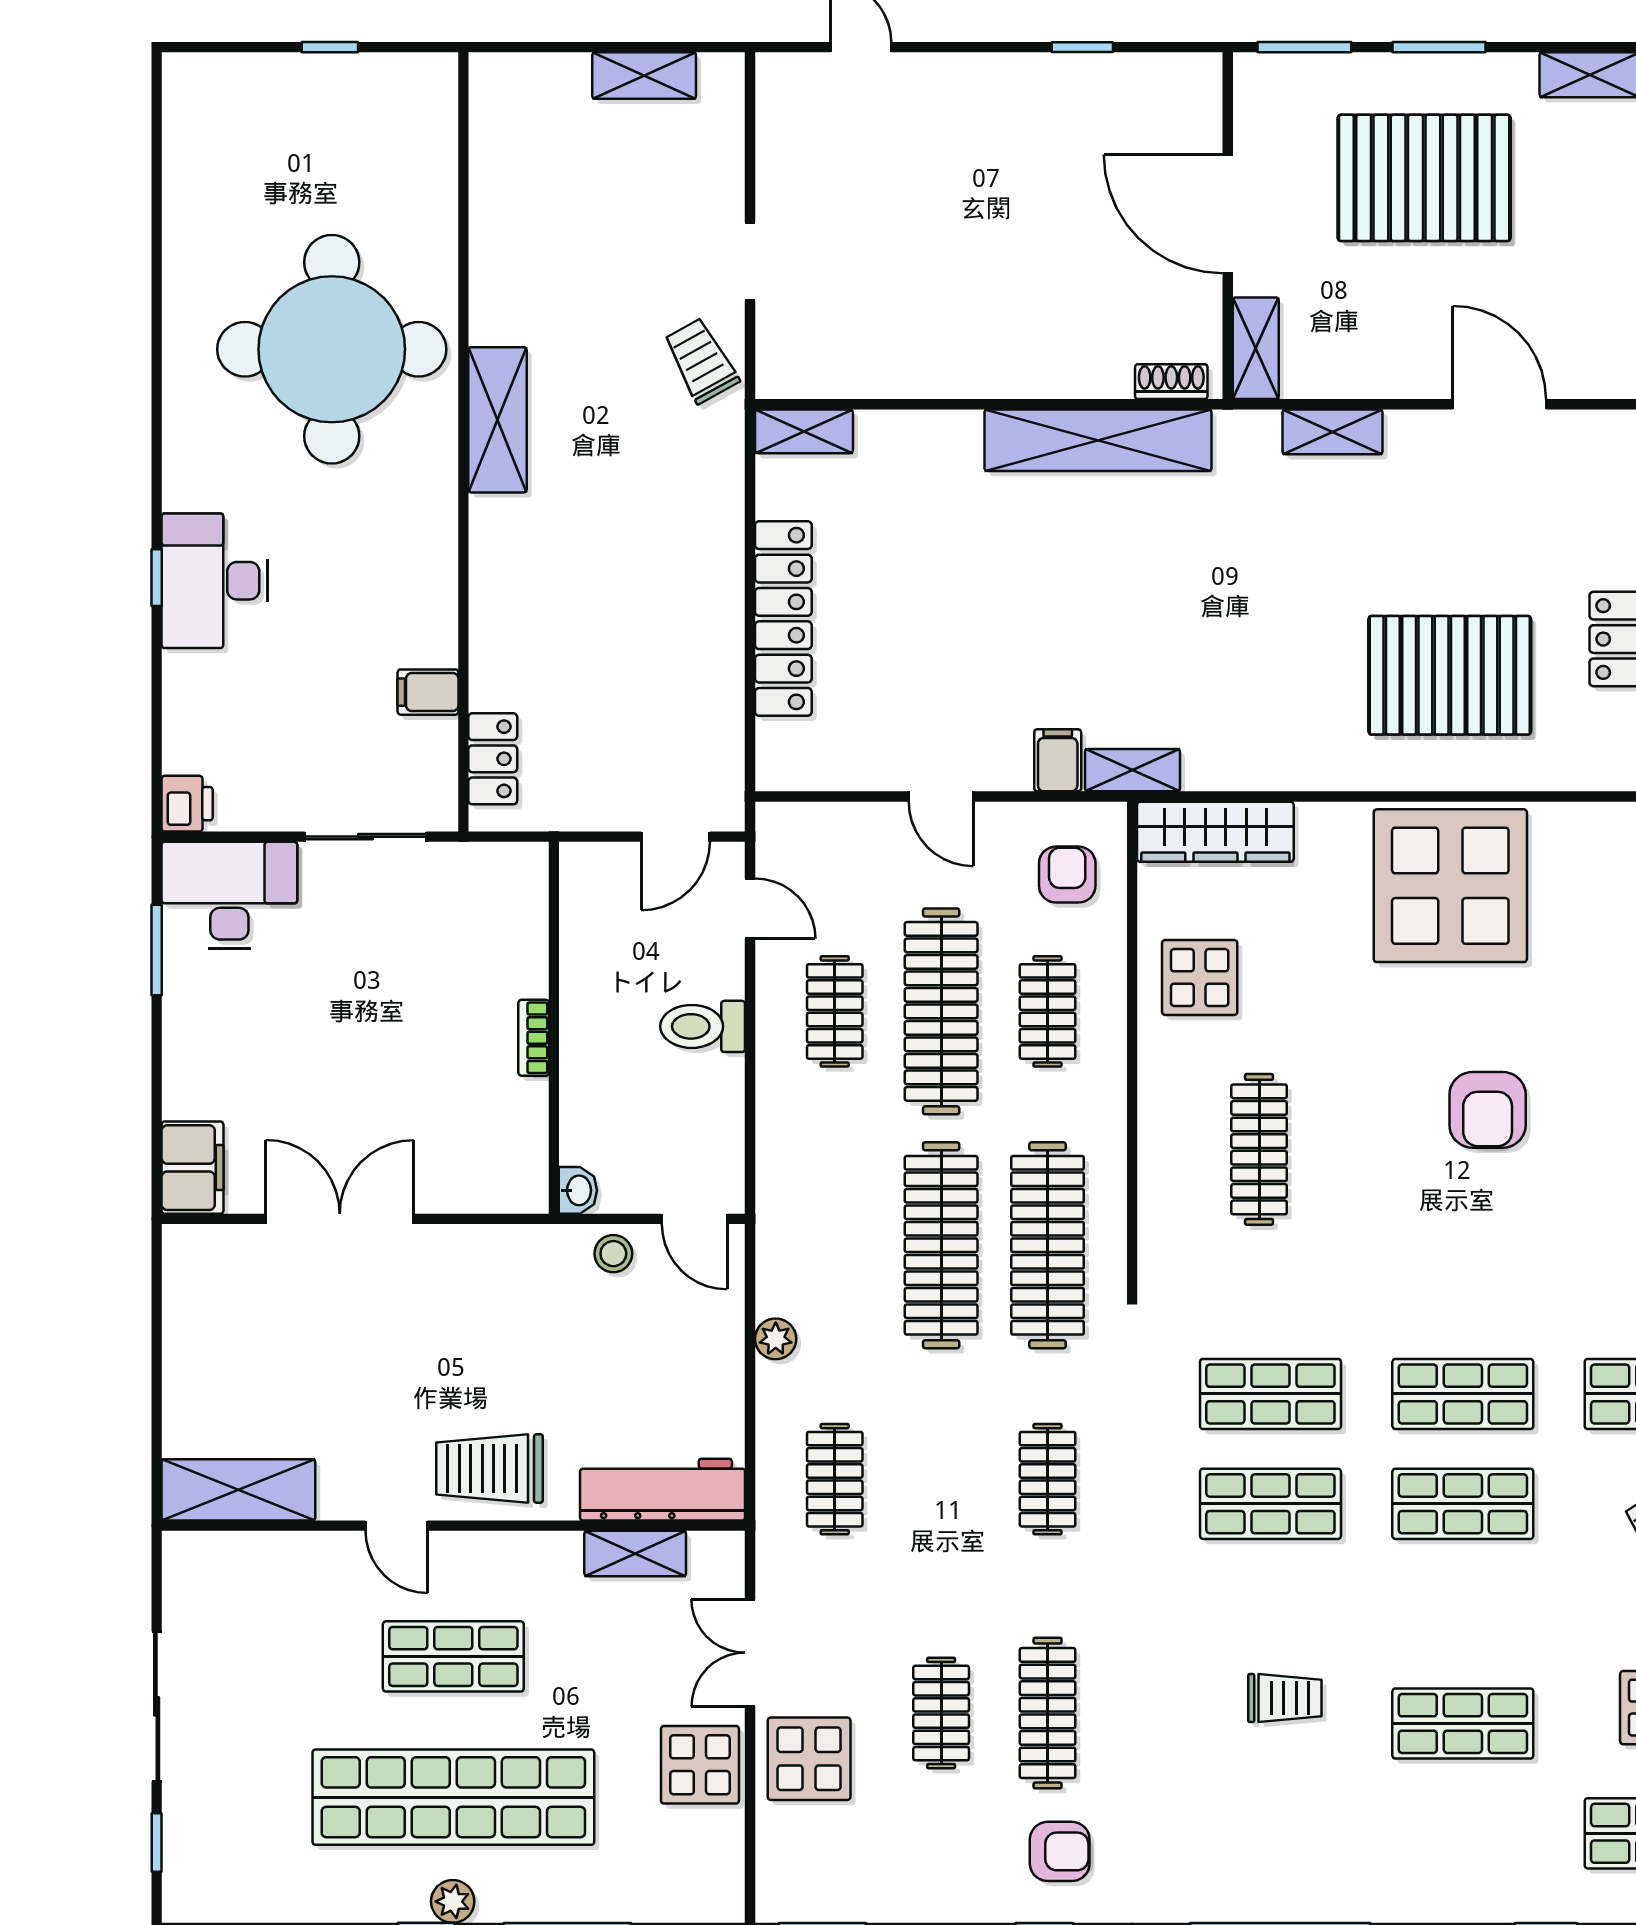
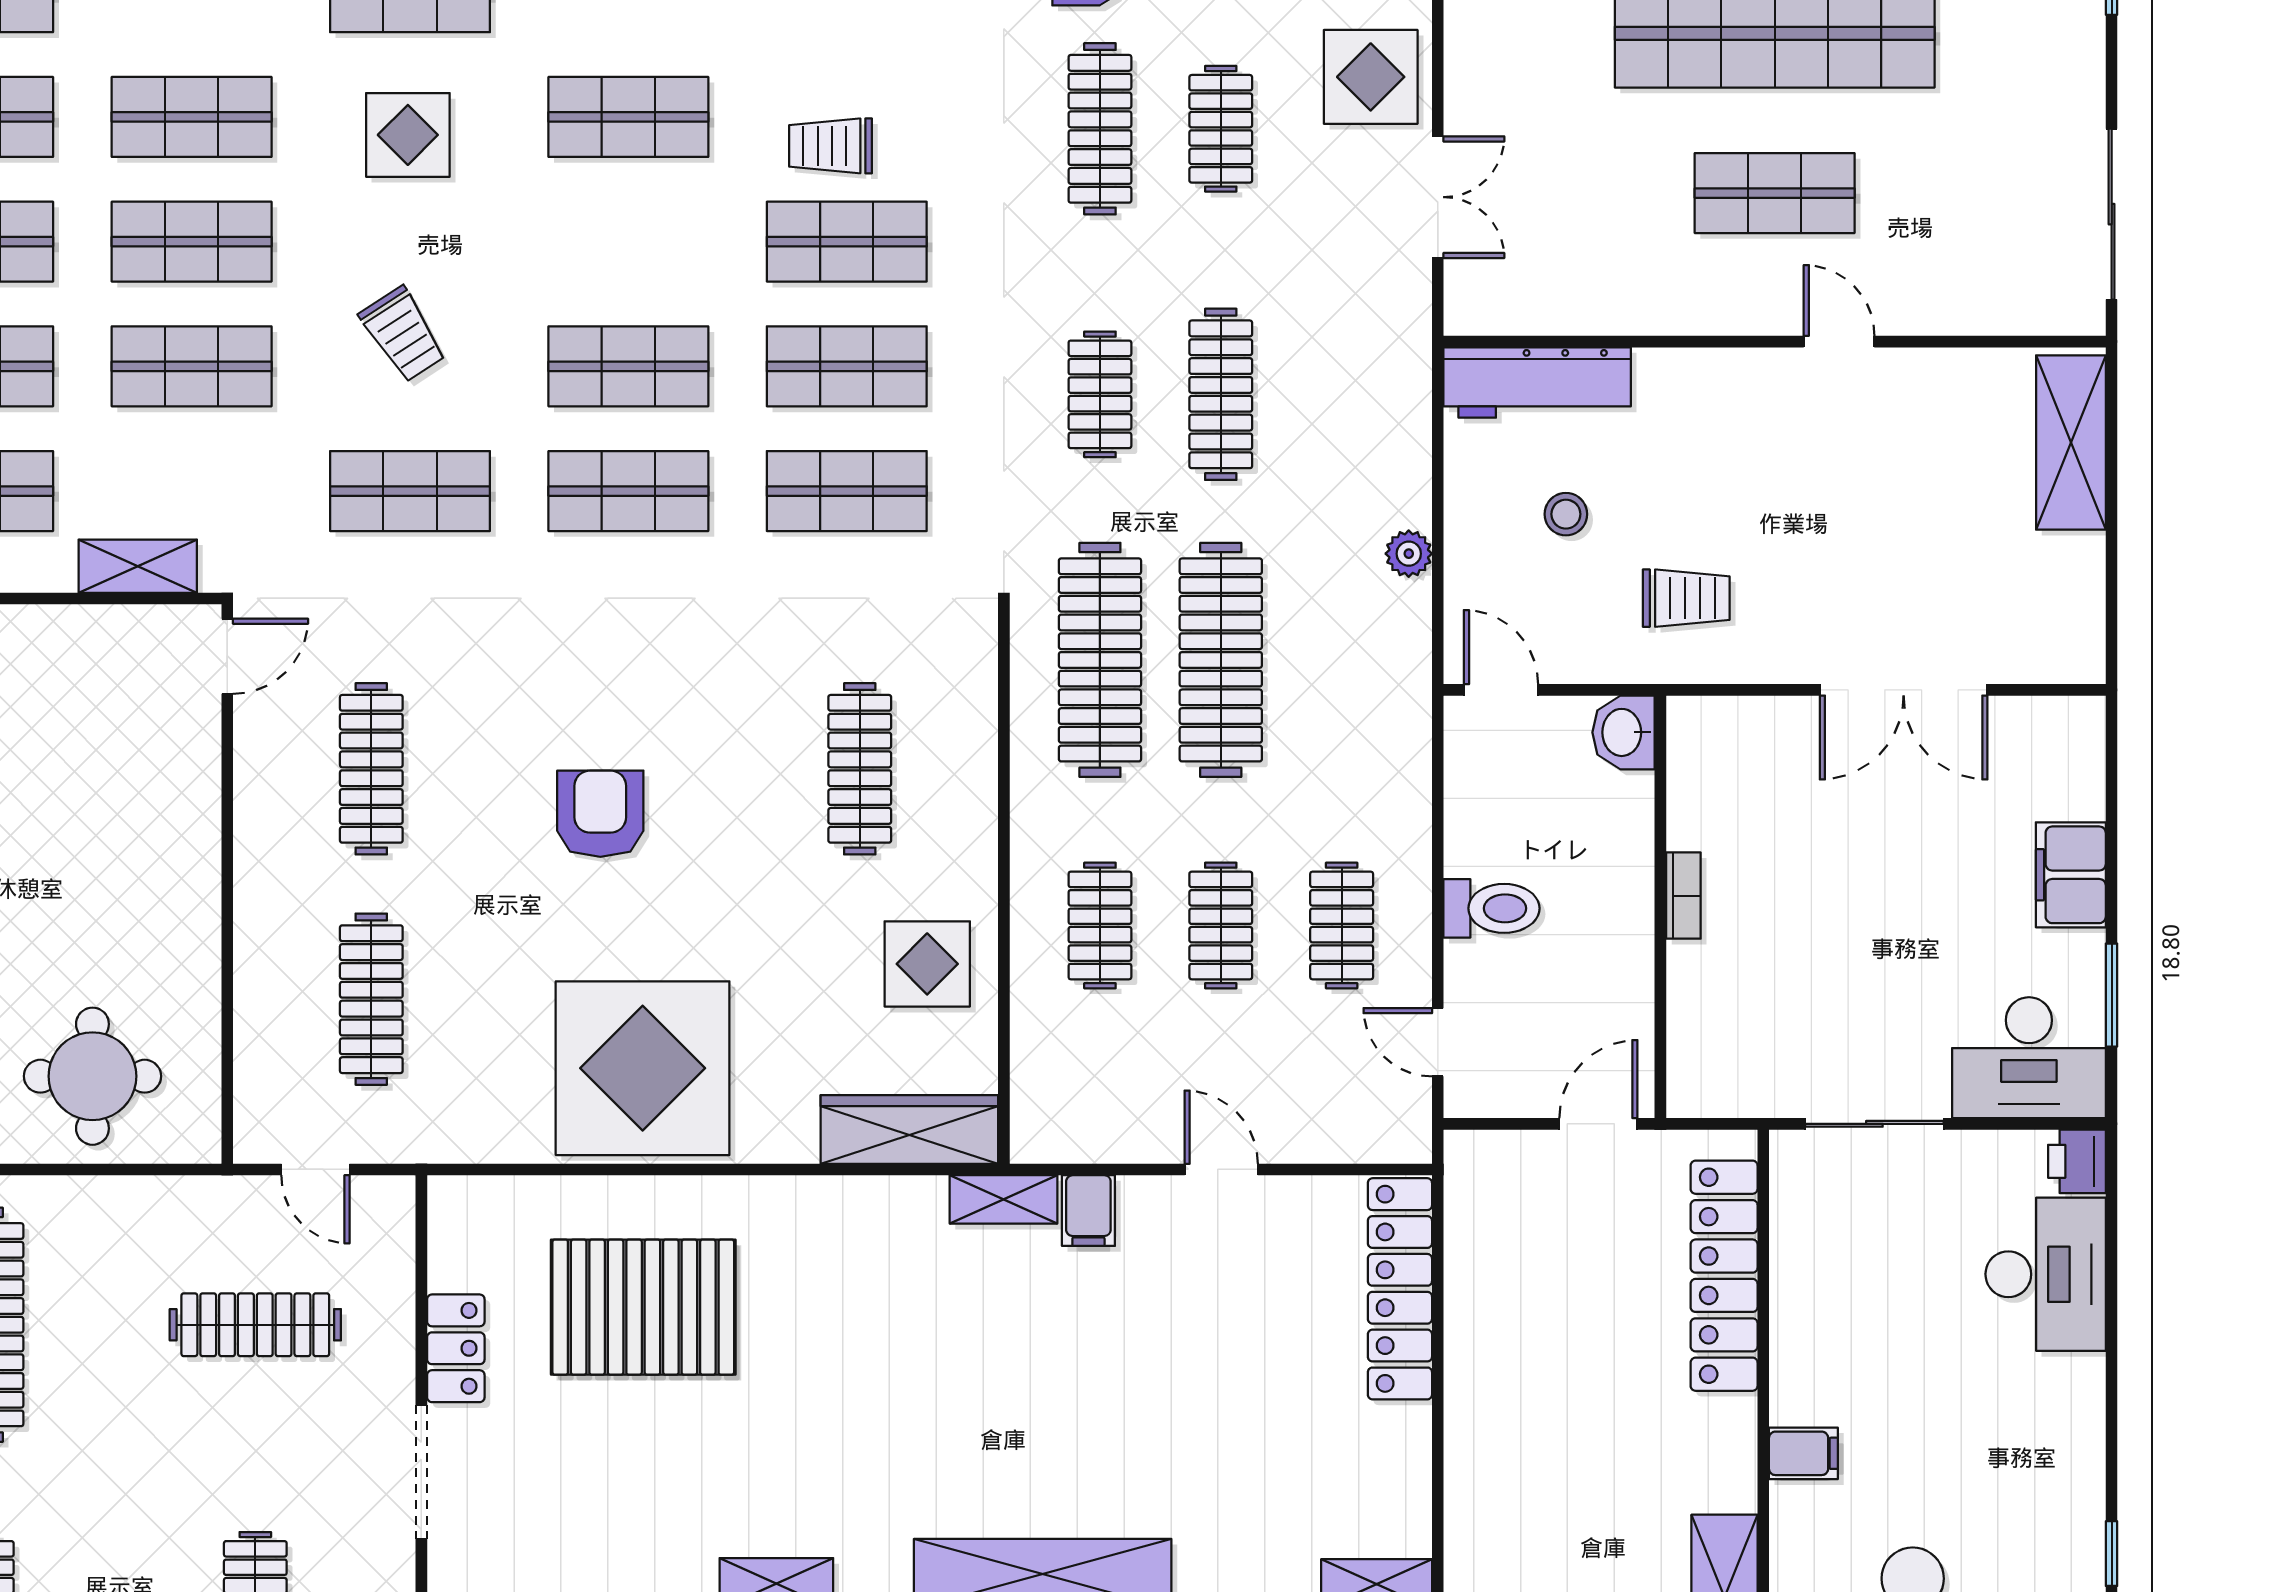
window: (157, 578) -> (2112, 1554), moved
desk: (215, 581) -> (2046, 1274), moved
locker: (783, 619) -> (1400, 1289), moved
filing cabinet: (428, 692) -> (1803, 1453), moved
locker: (493, 759) -> (1724, 1276), width x2.16, depth x1.21
door: (675, 837) -> (1598, 1124), moved
armchair: (1067, 875) -> (1078, 1081), removed
clothes rail: (941, 1011) -> (1221, 925), width x0.54, depth x0.76
filing cabinet: (192, 1168) -> (2071, 875), moved
washbasin: (578, 1190) -> (1624, 732), width x1.38, depth x1.45
stool: (613, 1254) -> (1566, 514), moved
trolley: (489, 1468) -> (1686, 598), moved, width x0.73, depth x0.72
clothes rail: (835, 1479) -> (1221, 394), moved, width x1.36
shelving: (238, 1490) -> (2071, 442), moved, turned 90
shelving: (635, 1554) -> (1568, 310), removed
shop shelf: (1270, 1614) -> (847, 242), added
sliding door: (157, 1706) -> (2112, 214), moved
display table: (700, 1765) -> (1495, 70), removed

